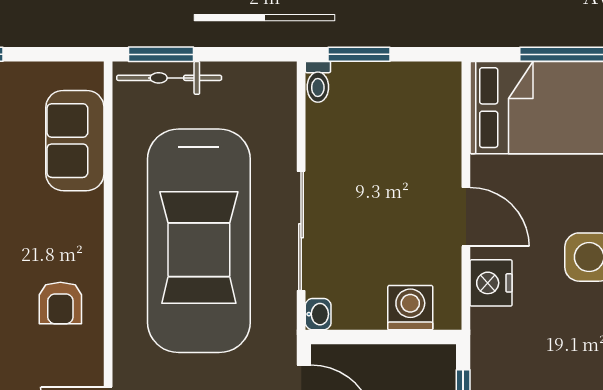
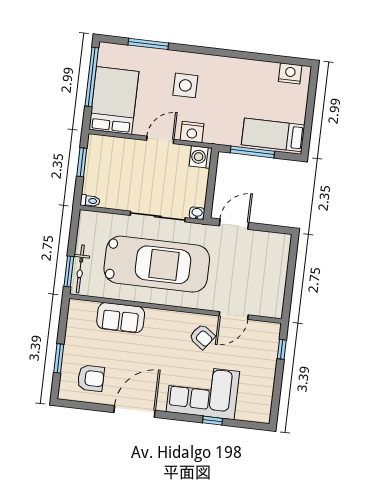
window: (359, 54) -> (82, 162), moved
sofa: (75, 141) -> (121, 318), moved
armchair: (60, 303) -> (202, 337), moved, turned 36
washing machine: (410, 308) -> (201, 157), moved

